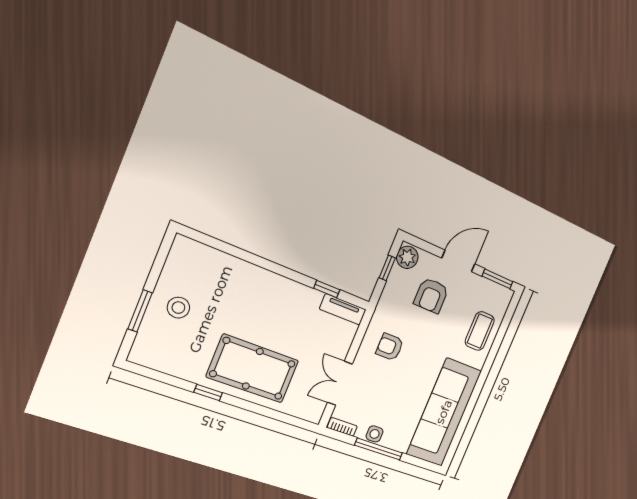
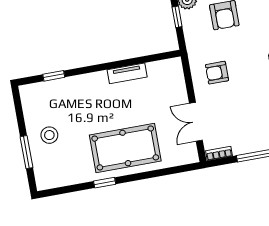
window: (327, 289) -> (54, 76), moved
tv unit: (343, 309) -> (127, 73), moved
side table: (375, 434) -> (248, 145), removed

